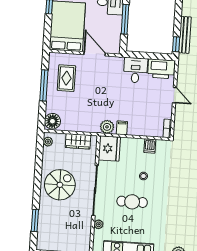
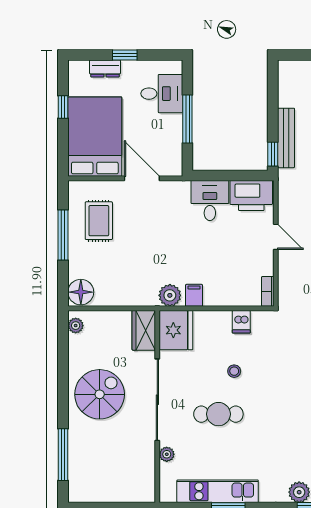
wardrobe: (78, 141) -> (144, 330), moved, turned 90
window: (35, 220) -> (63, 455), width x1.44

